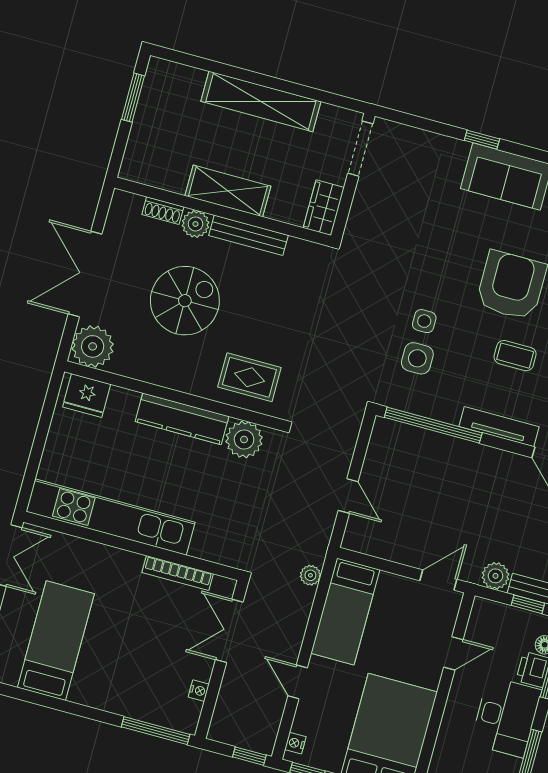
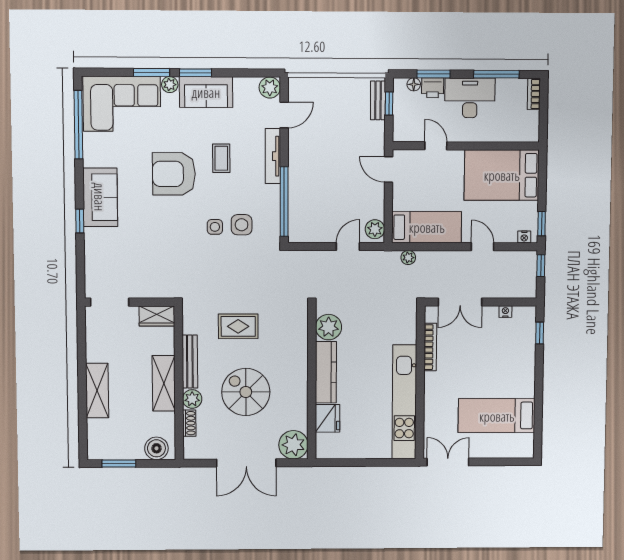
shelving: (261, 101) -> (97, 391), width x0.68
boiler: (140, 155) -> (156, 448), added
rug: (249, 377) -> (238, 326), moved, turned 90
fridge: (87, 396) -> (327, 418), moved
plant: (495, 576) -> (375, 229), moved
door: (298, 682) -> (483, 247), swing flipped
window: (156, 731) -> (540, 333), width x0.46

